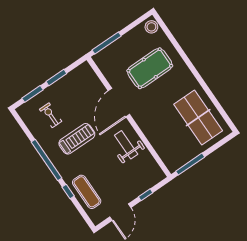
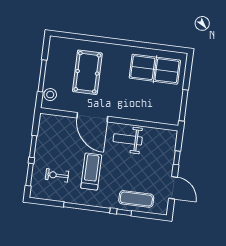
stool: (151, 27) -> (50, 95), moved
window: (107, 43) -> (42, 76), moved

